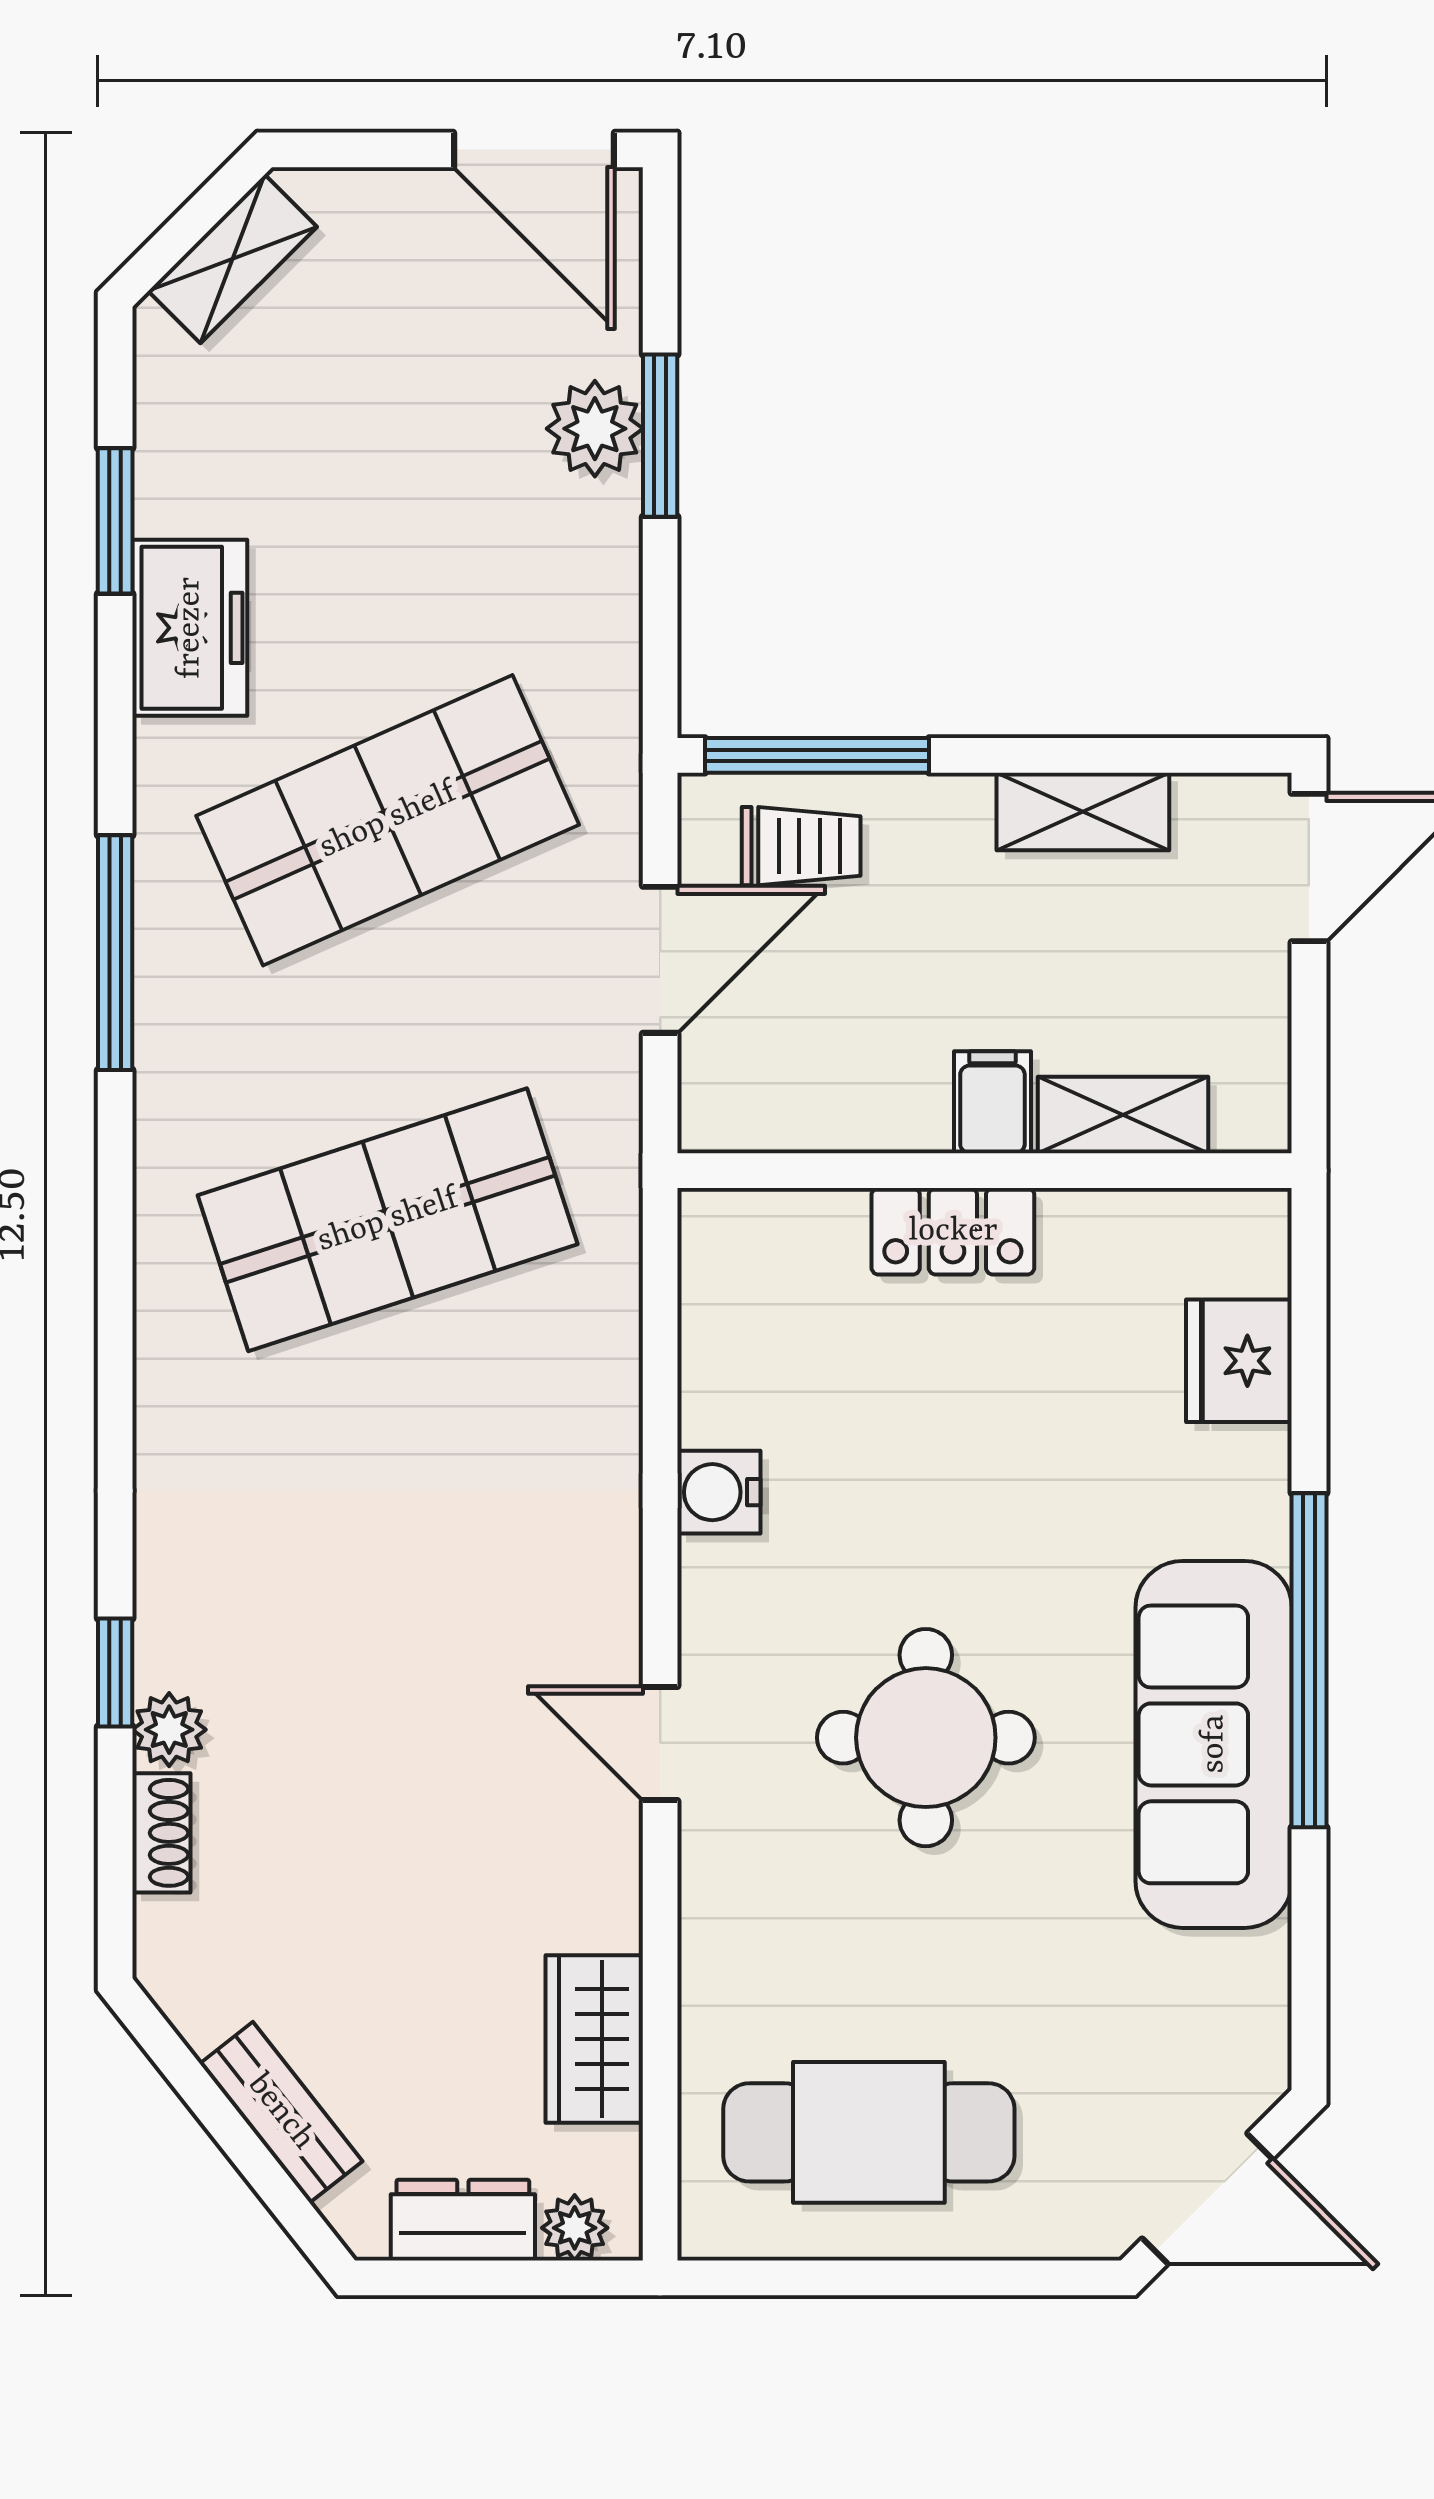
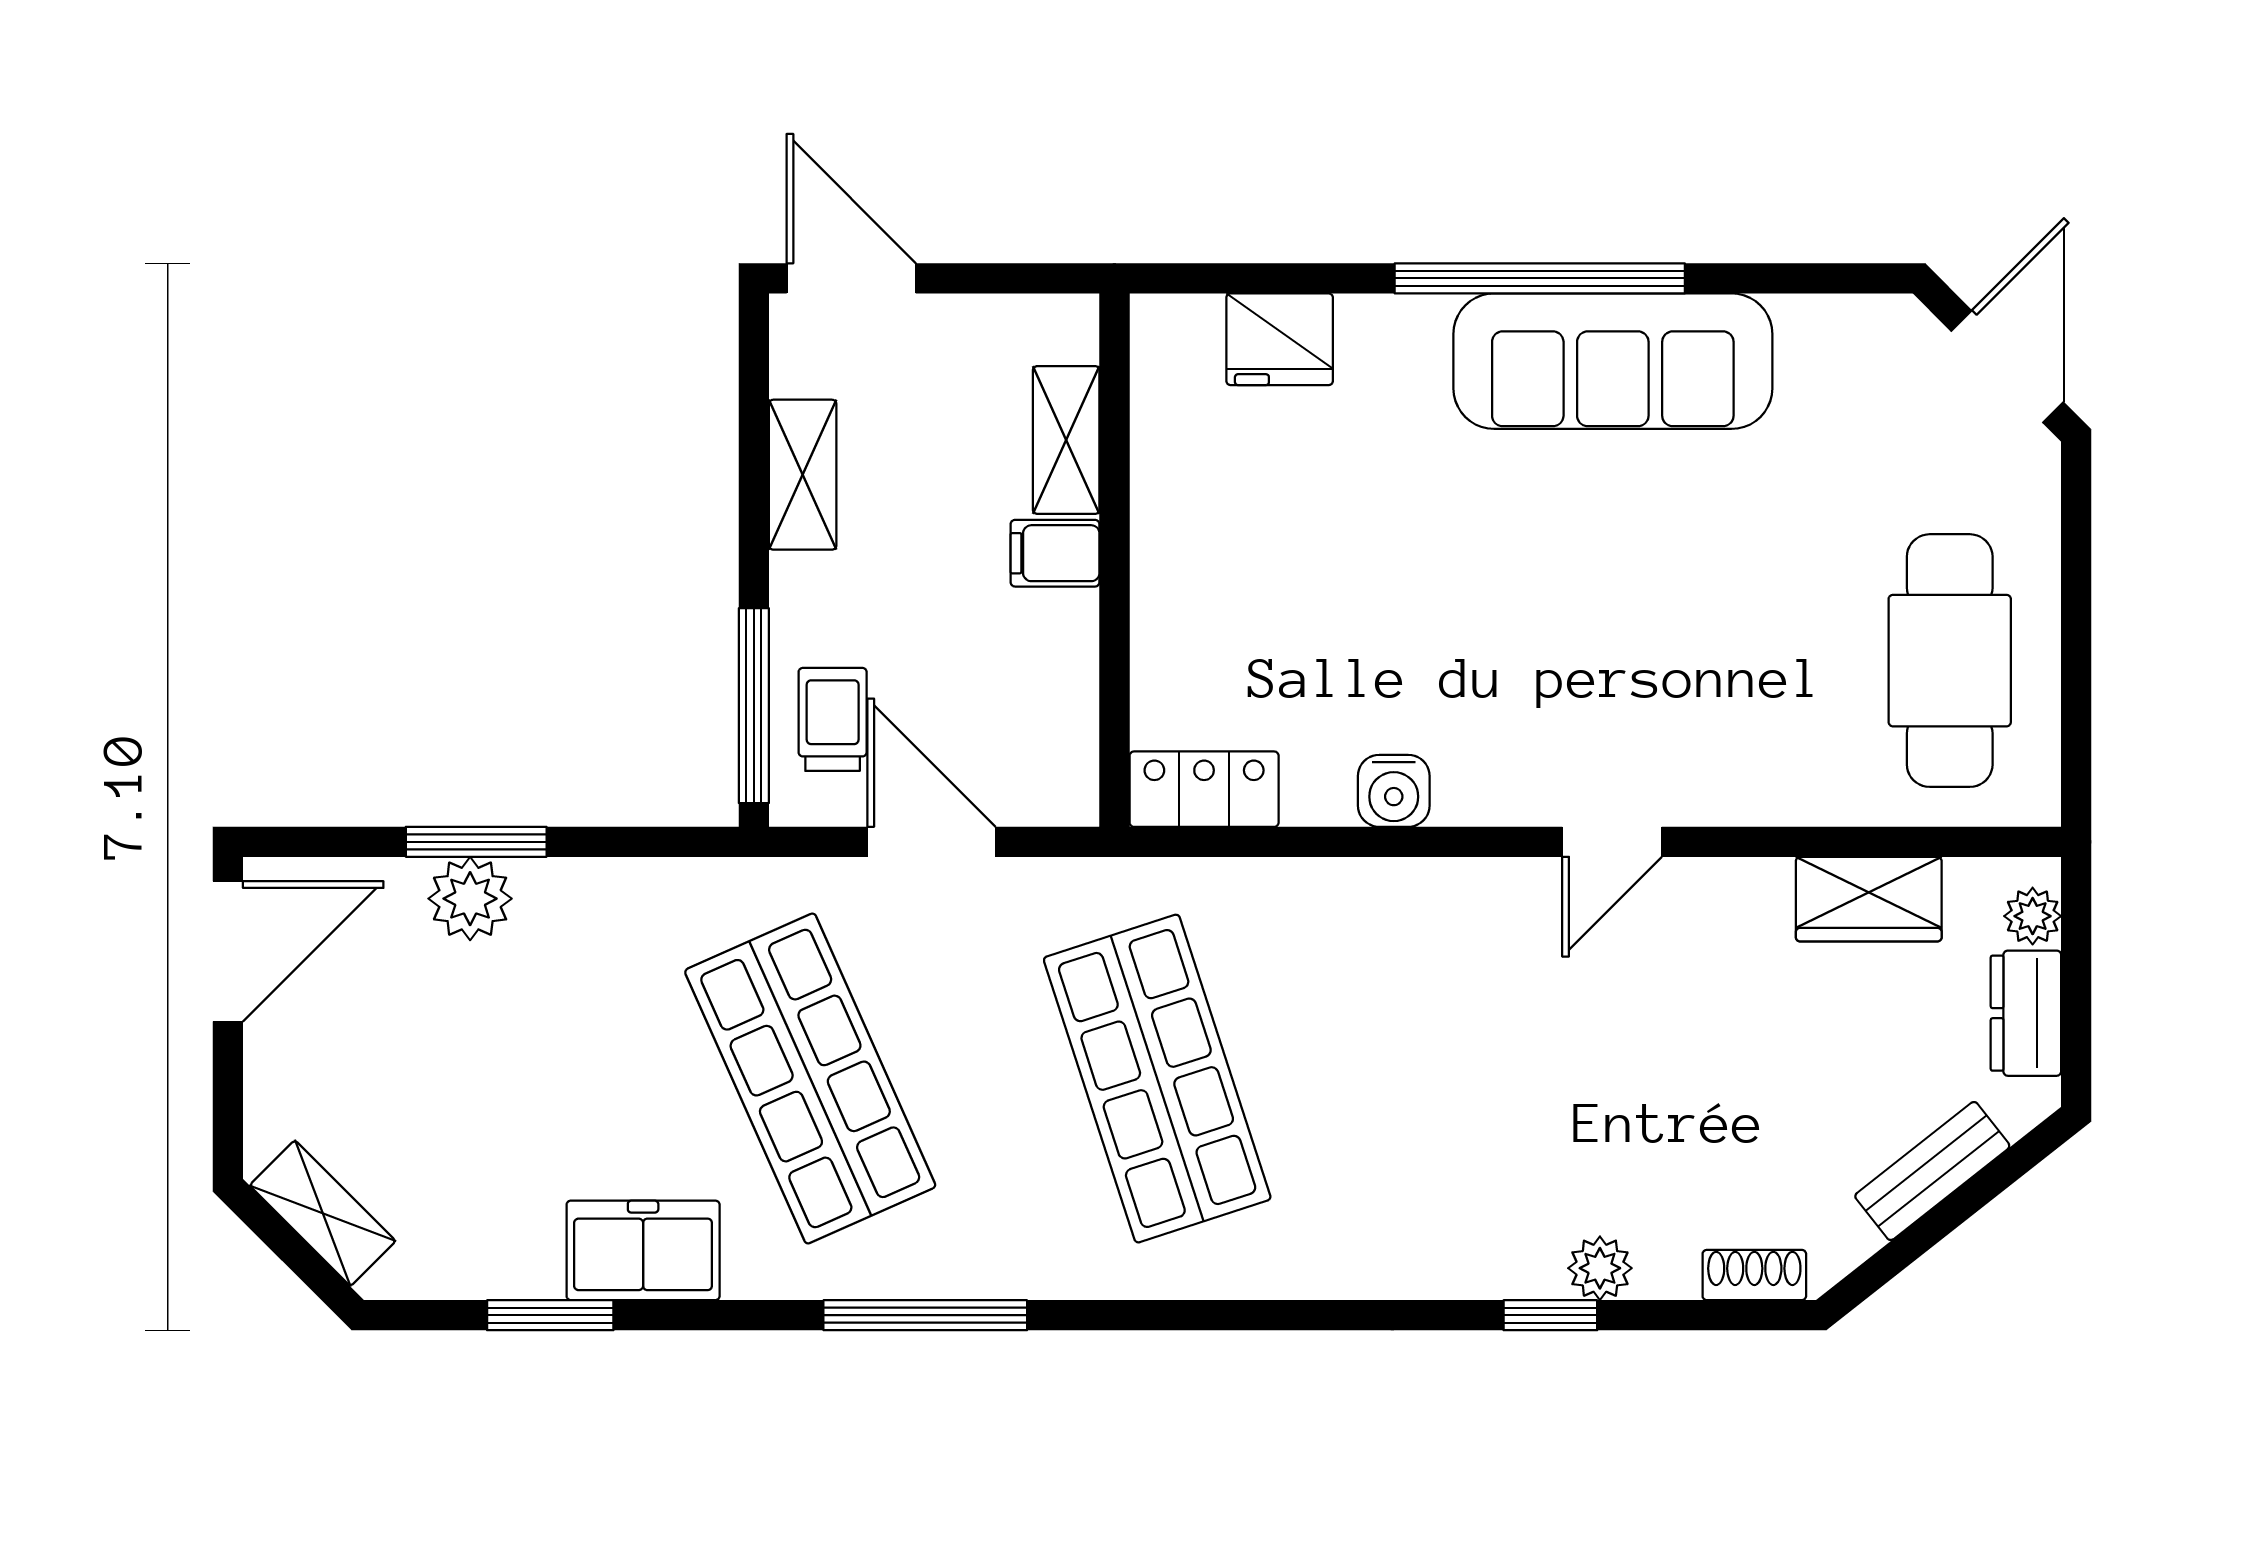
locker: (953, 1231) -> (1204, 789), moved, turned -90
round table: (926, 1738) -> (1607, 611), removed
shoe rack: (161, 1833) -> (1754, 1275), moved

